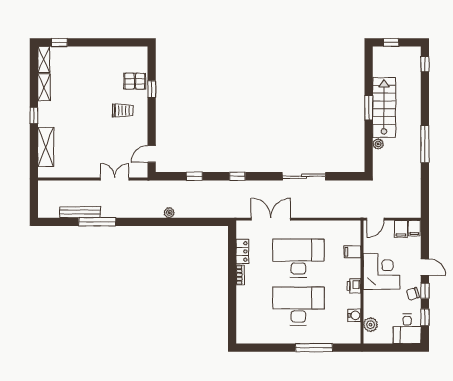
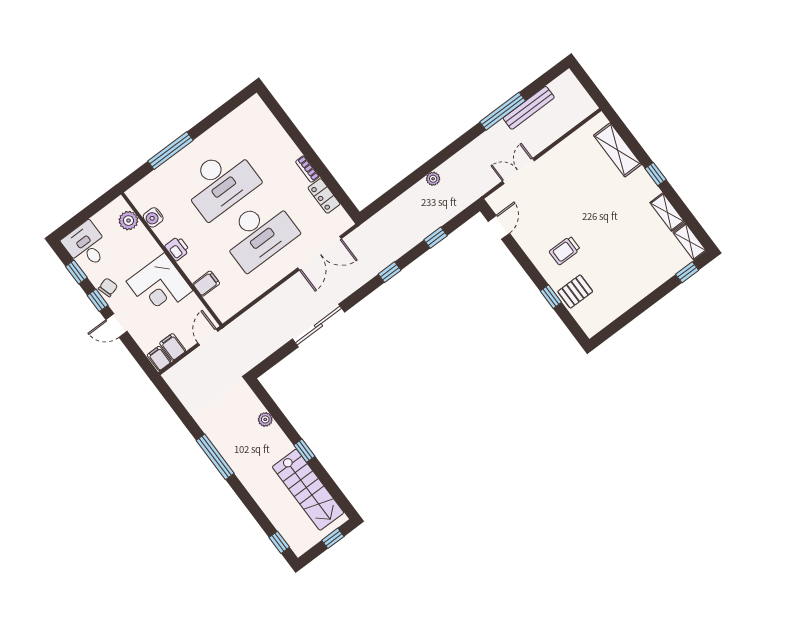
stairs: (384, 107) -> (308, 490), moved
window: (369, 108) -> (304, 451), width x0.67
double door: (115, 179) -> (518, 171), swing flipped

